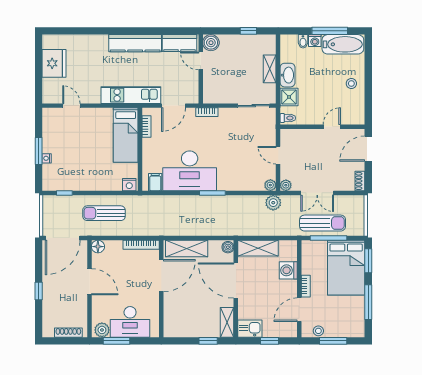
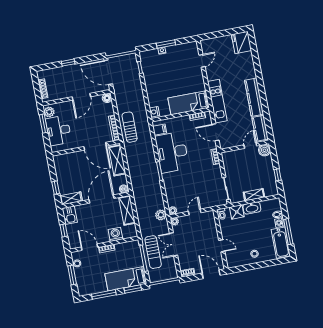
fridge: (54, 63) -> (241, 42), moved, turned 90
sun lounger: (104, 213) -> (130, 127), moved
bed: (346, 268) -> (126, 279), width x0.67

